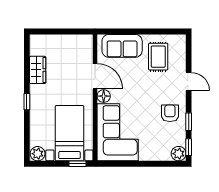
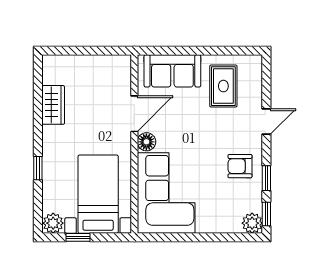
door: (95, 76) -> (134, 114), hinge flipped
door: (189, 82) -> (266, 122), hinge flipped
window: (27, 102) -> (38, 168), moved
armchair: (170, 113) -> (240, 166), turned -90
window: (77, 164) -> (78, 237), moved

